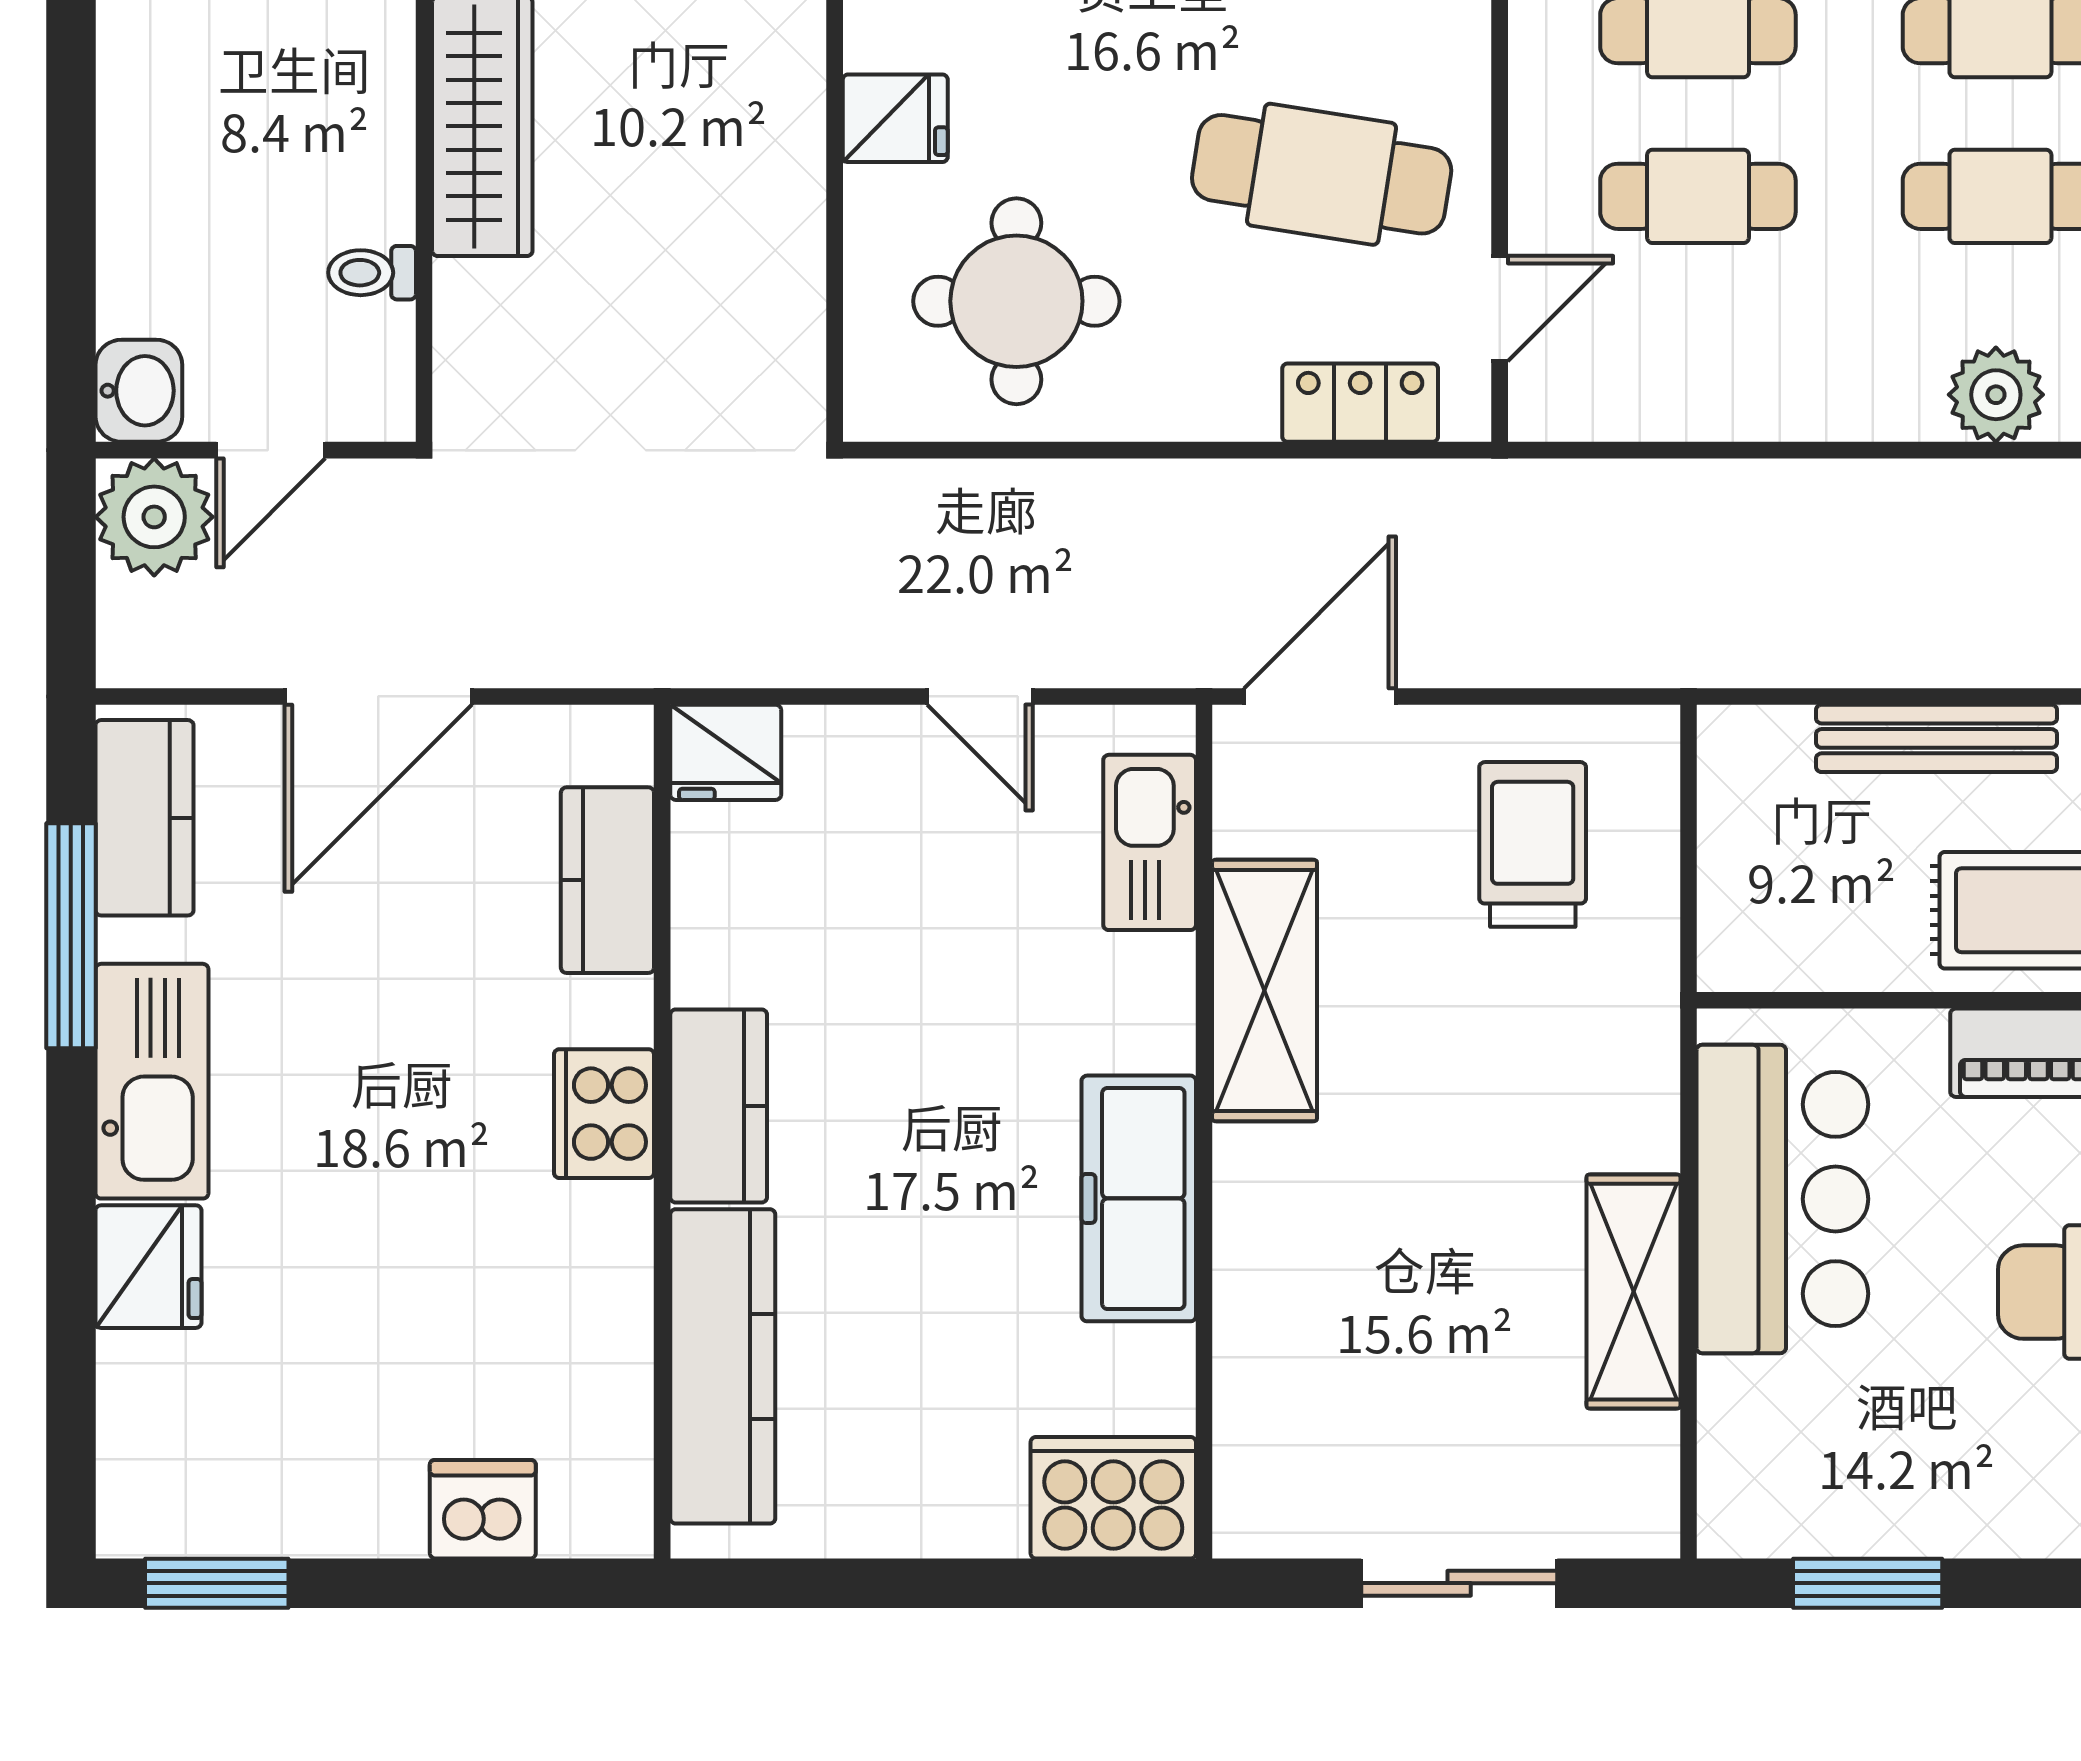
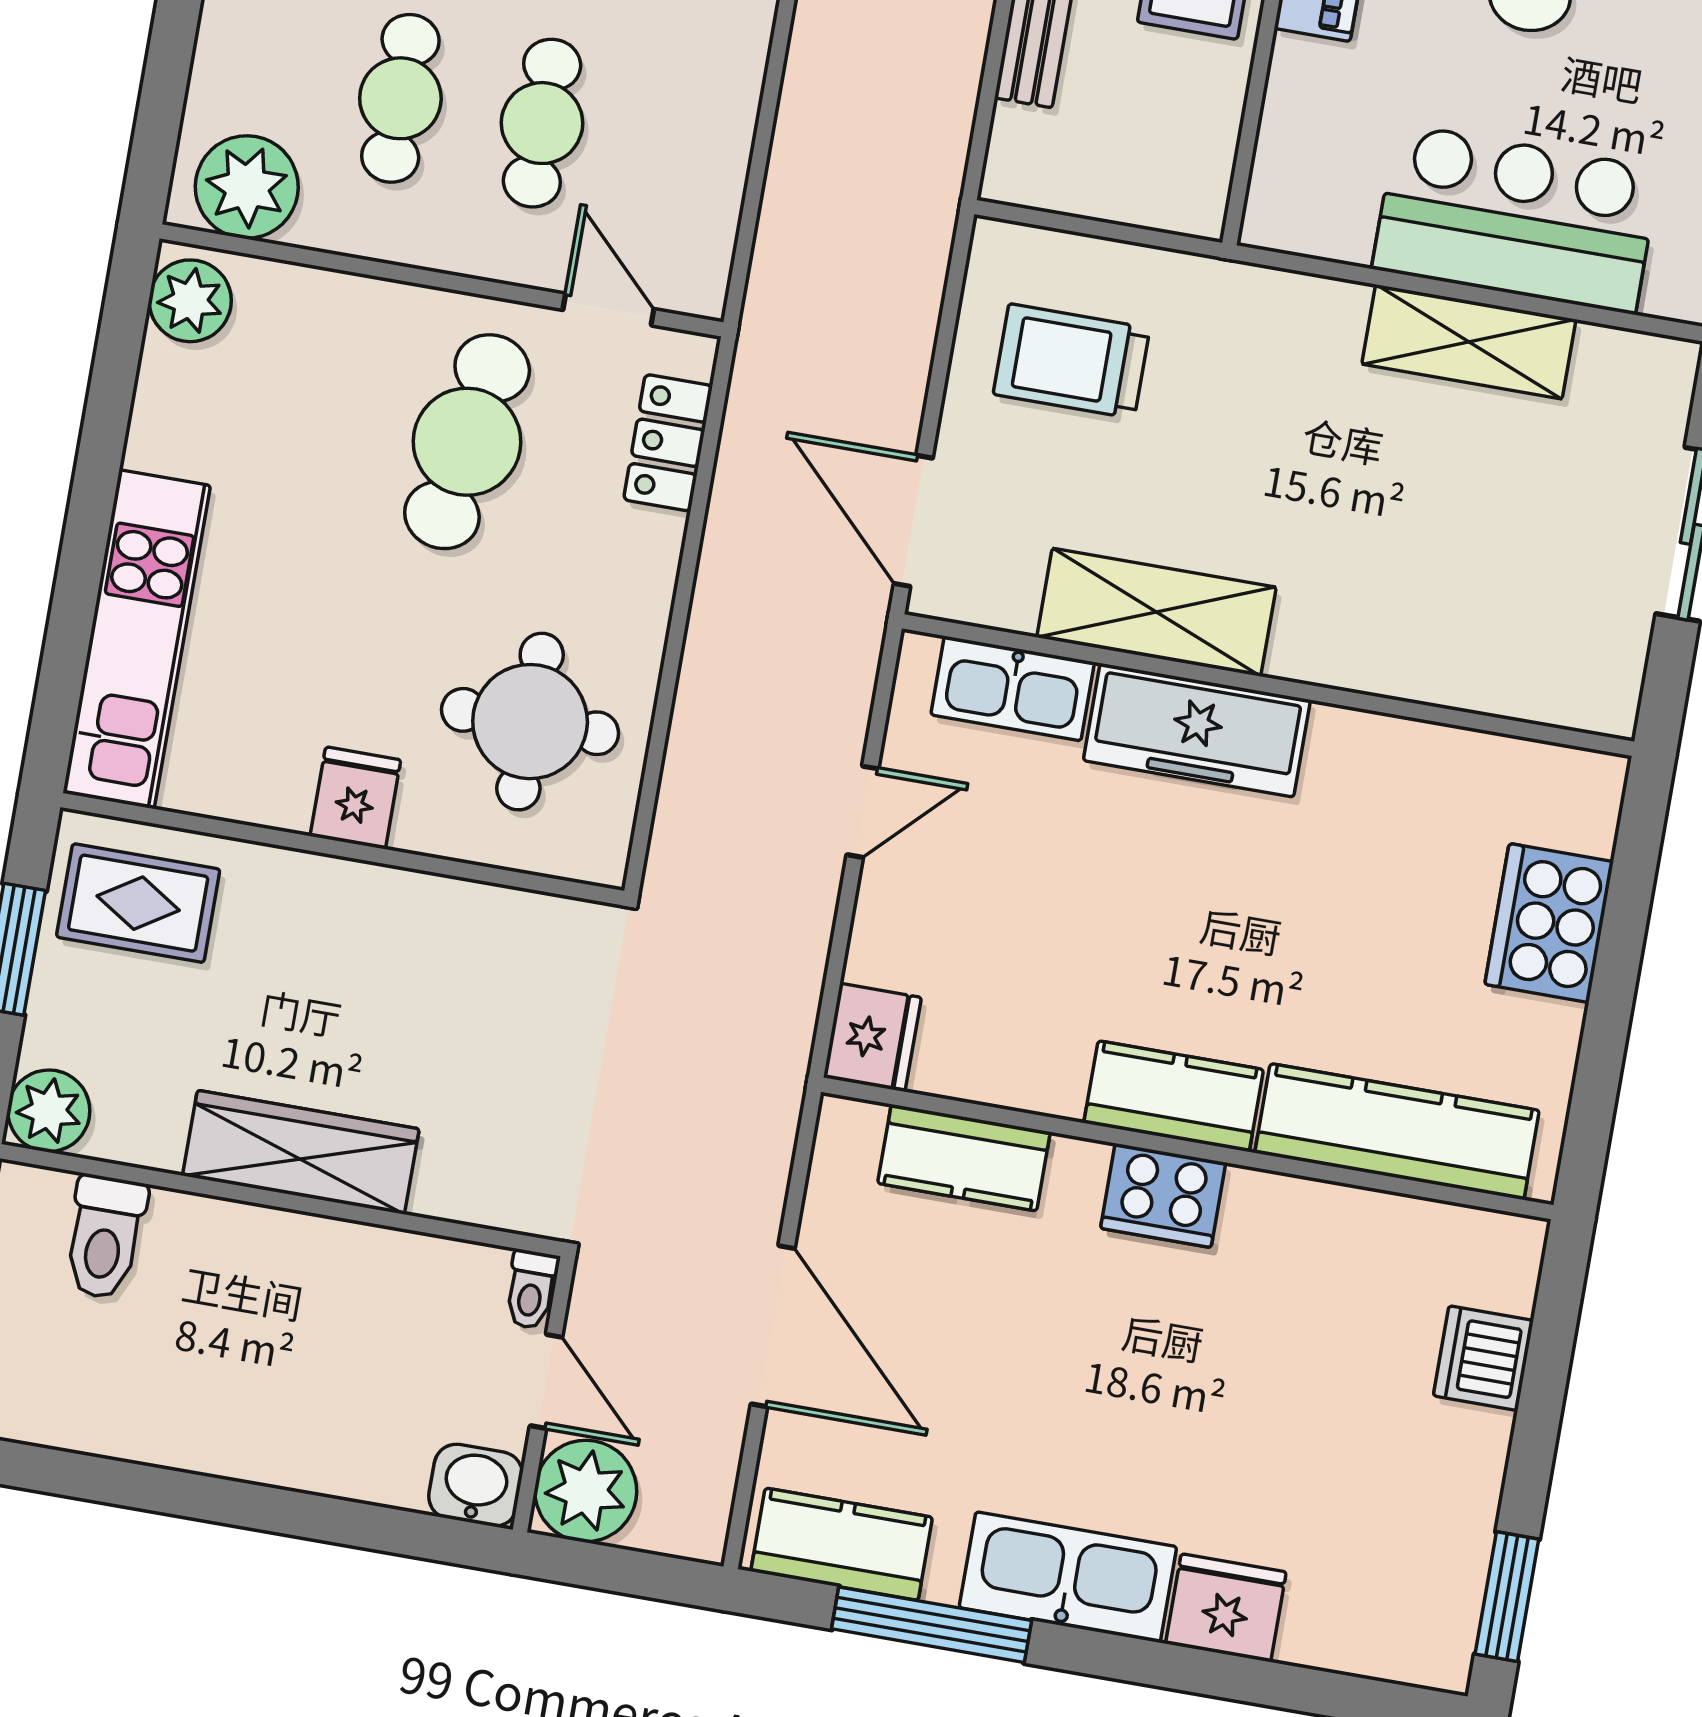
toilet: (372, 273) -> (531, 1290), moved
freezer: (1139, 1198) -> (1197, 730), moved
bar counter: (1782, 1199) -> (1516, 219), moved
cooker: (1113, 1498) -> (1549, 923), moved

